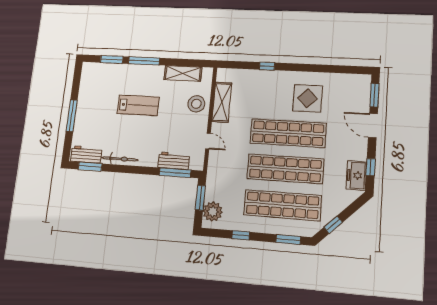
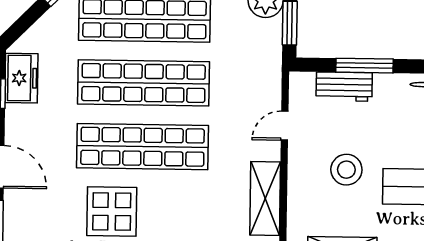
stool: (196, 104) -> (346, 170), moved
door: (208, 141) -> (285, 126), hinge flipped
window: (175, 173) -> (365, 66), moved

